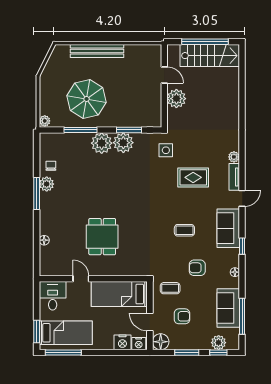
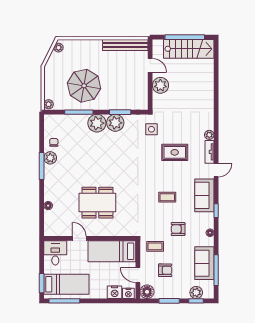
bench: (97, 51) -> (125, 45), moved
plant: (56, 54) -> (59, 48), added
dining table: (102, 237) -> (97, 203), width x1.38

